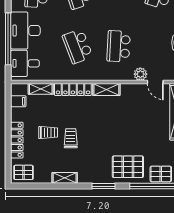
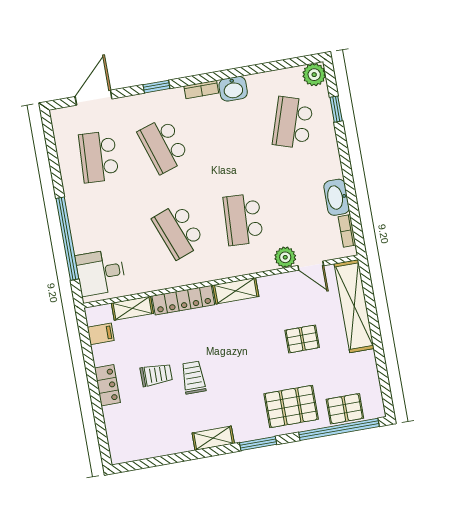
desk: (25, 31) -> (92, 221), removed
locker: (17, 140) -> (107, 385), width x0.66
pallet: (23, 172) -> (302, 339), moved
shelving: (65, 178) -> (213, 438), moved

